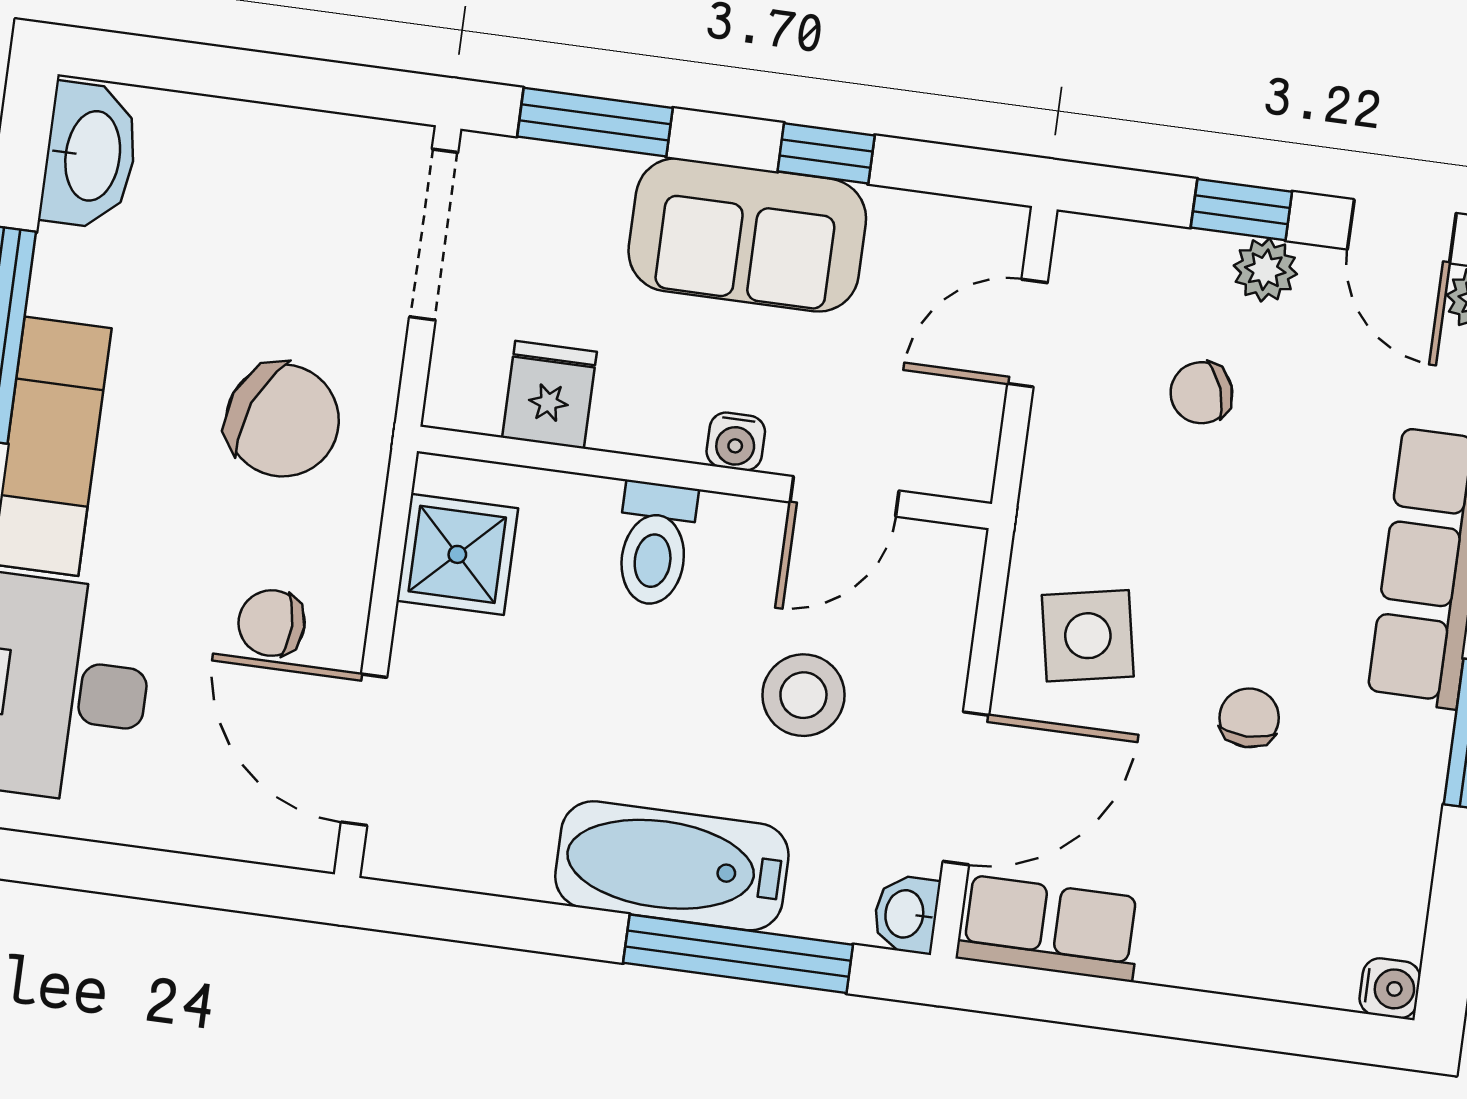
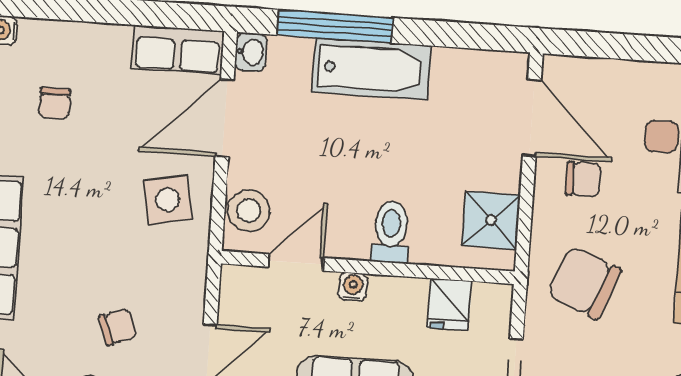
stool: (803, 695) -> (249, 211), moved
chair: (1249, 718) -> (55, 103), moved

